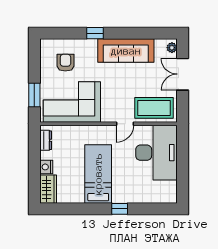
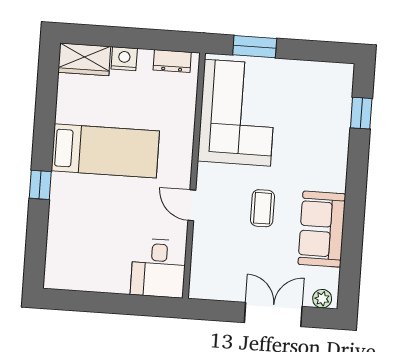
window: (95, 33) -> (361, 113), moved
sofa: (126, 51) -> (322, 229), width x0.73
armchair: (65, 63) -> (309, 106), removed
coffee table: (154, 108) -> (263, 208), moved, width x0.54, depth x0.58
desk: (156, 153) -> (159, 268), width x0.53, depth x0.77

